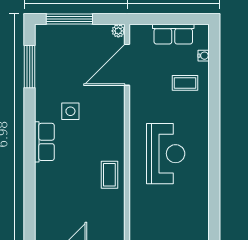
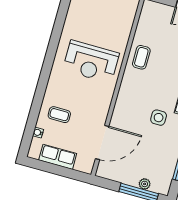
plant: (118, 31) -> (145, 184), moved
reception desk: (166, 154) -> (91, 62), turned -90

